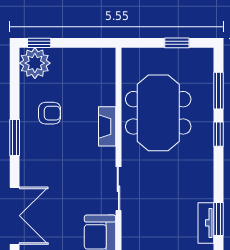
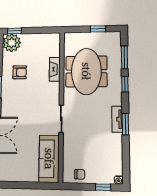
fireplace: (107, 126) -> (55, 69), moved
window: (218, 219) -> (125, 124), moved
tv unit: (206, 223) -> (117, 119), moved

